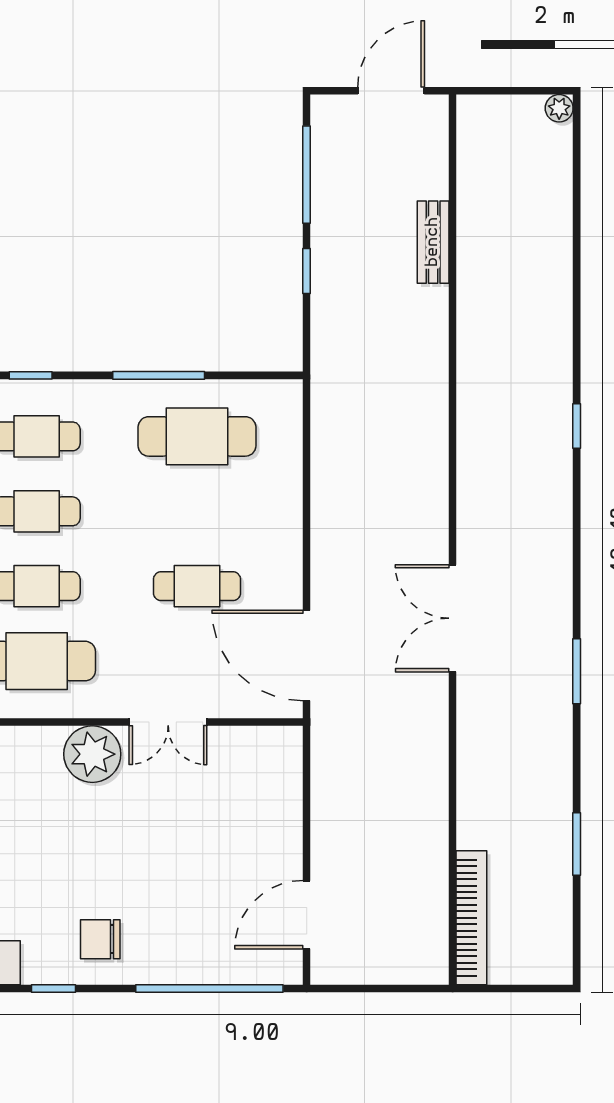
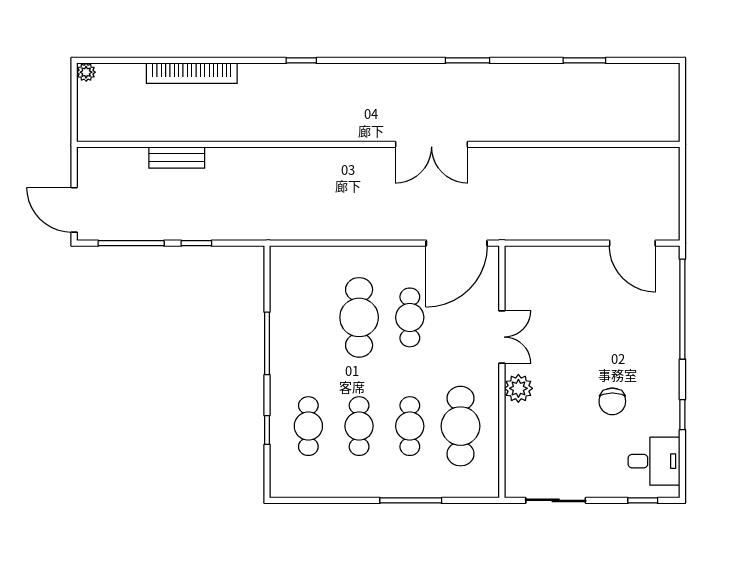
door: (391, 91) -> (74, 210), moved
cafe table: (197, 436) -> (359, 317), moved
plant: (92, 754) -> (518, 388), width x0.73, depth x0.73
bookcase: (471, 918) -> (192, 73), moved, turned 180
chair: (100, 939) -> (612, 401), moved

